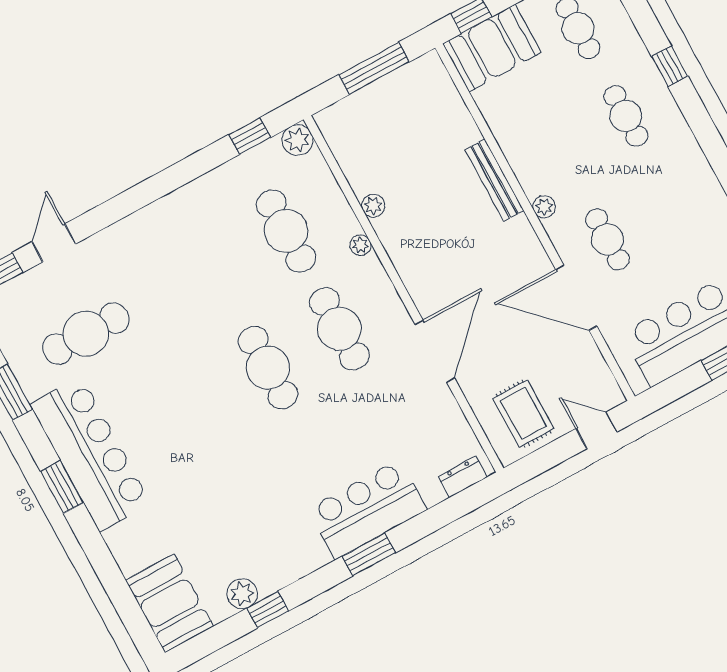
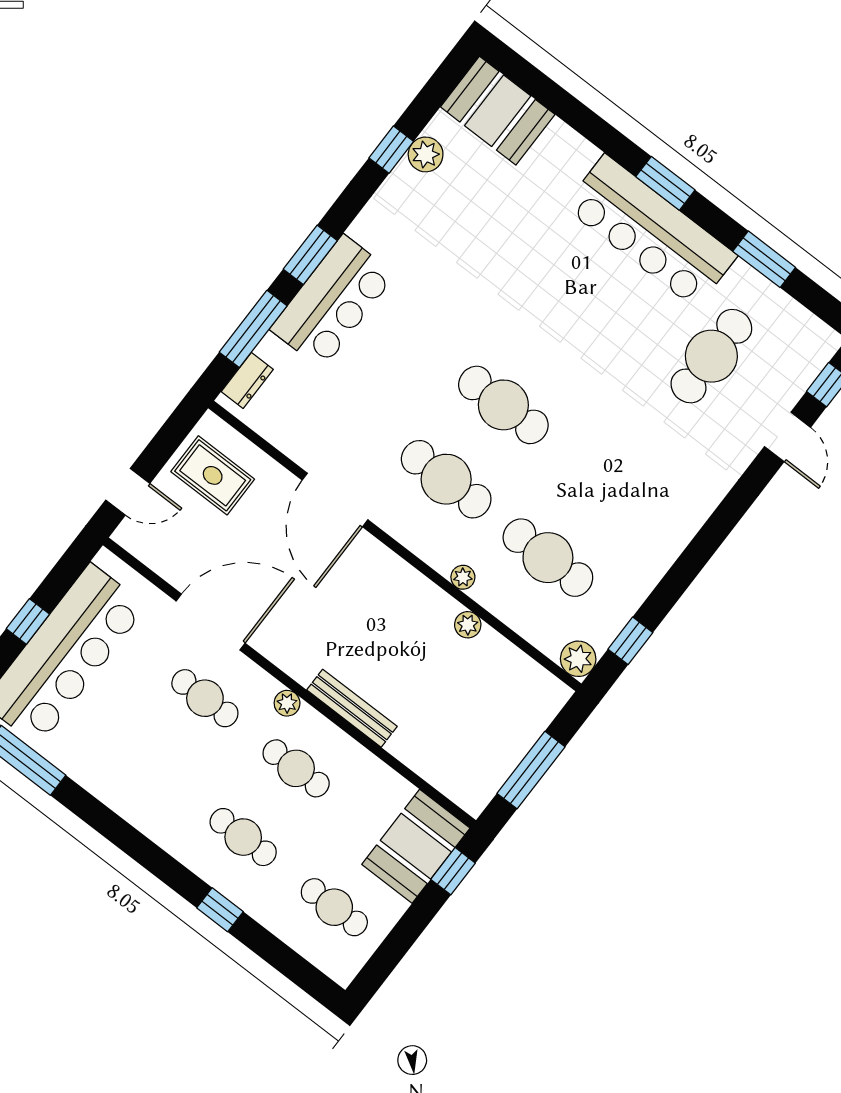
cafe table: (560, 152) -> (296, 768), added
window: (440, 516) -> (253, 329), added

